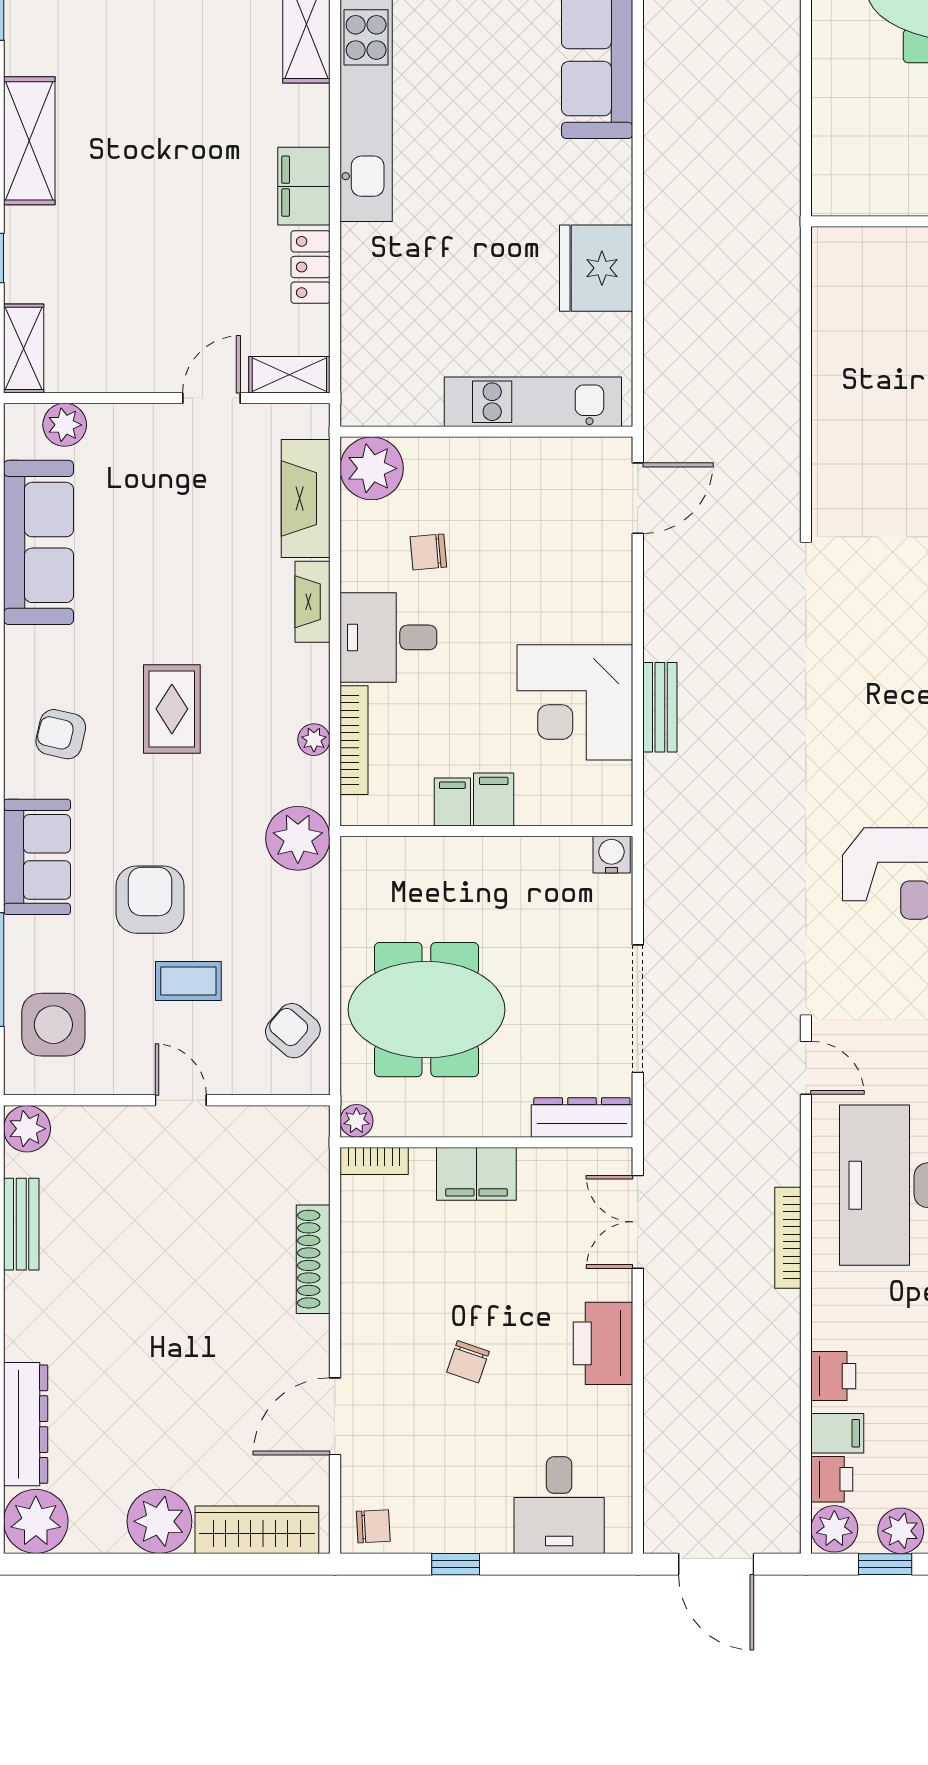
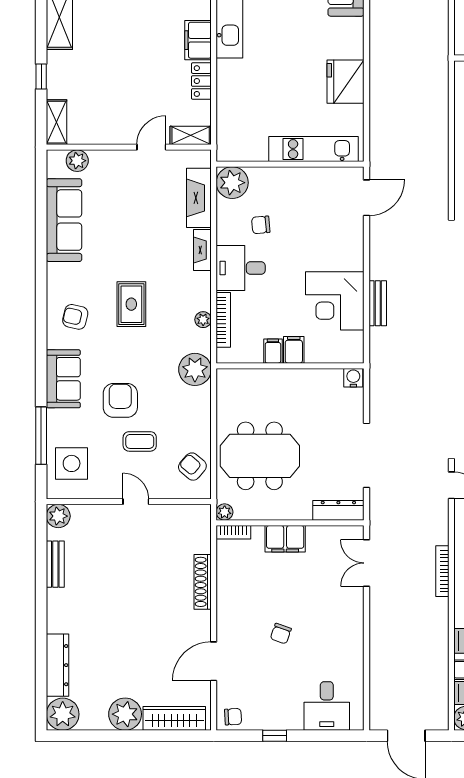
printer: (603, 1343) -> (349, 624), removed

